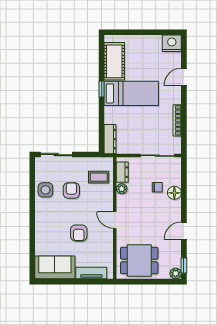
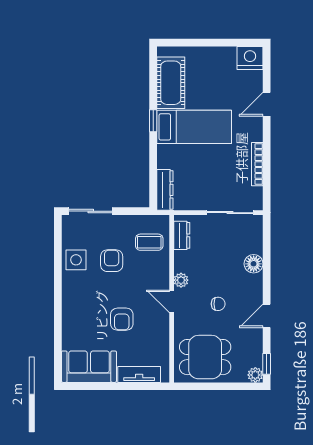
chair: (157, 187) -> (218, 304), moved
plant: (122, 189) -> (181, 280), moved

